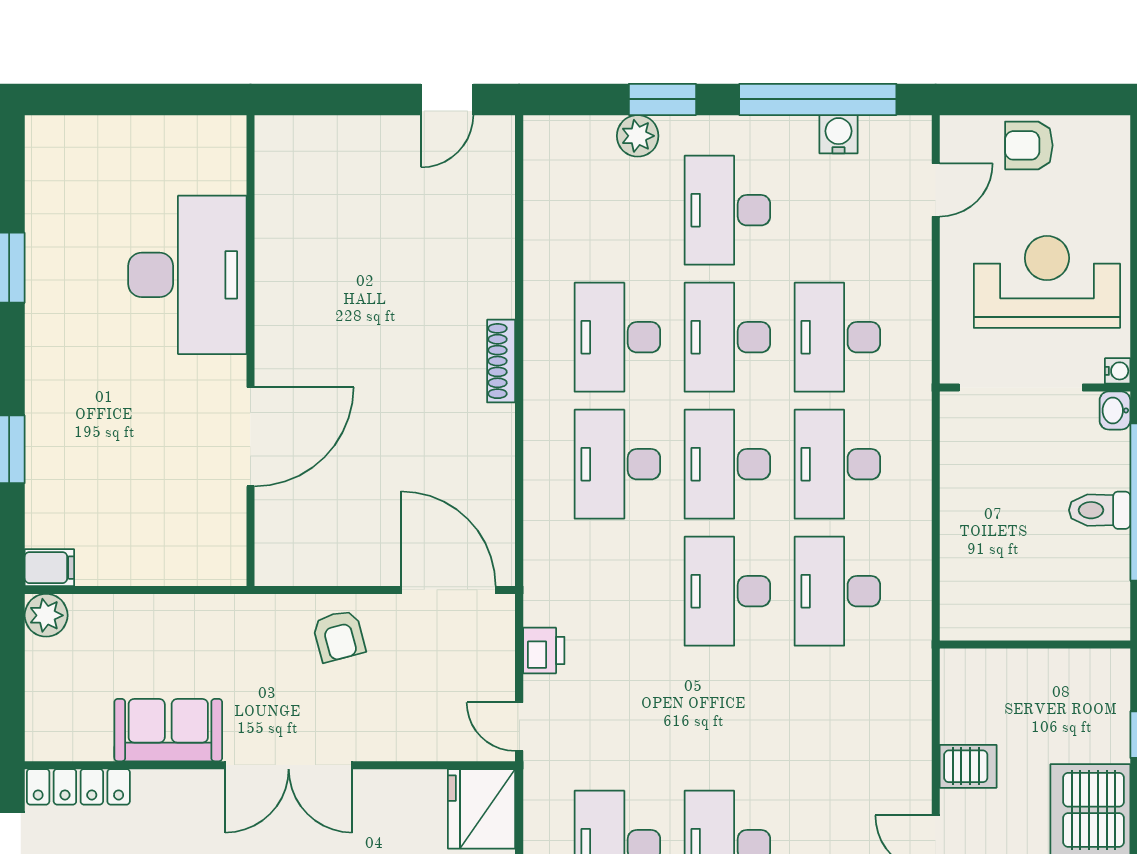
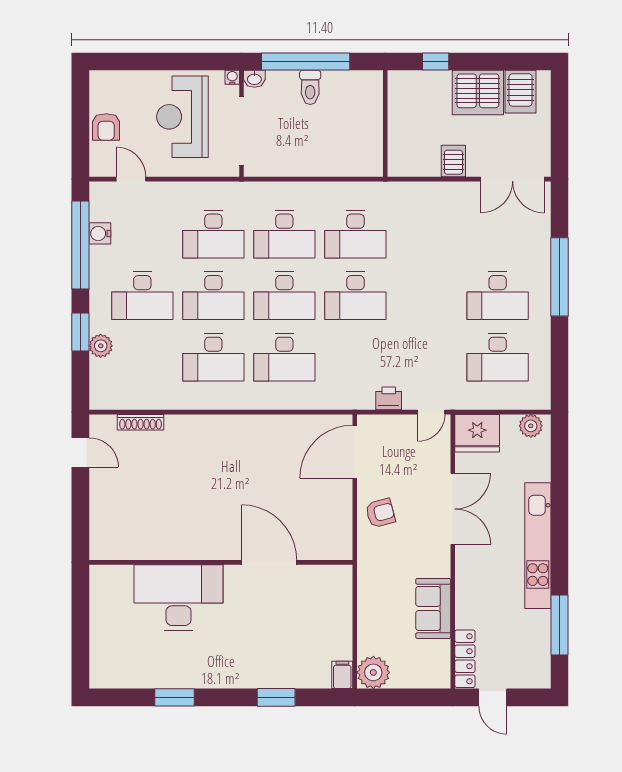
shoe rack: (501, 361) -> (141, 422), moved
plant: (46, 615) -> (373, 672), width x1.36, depth x1.36
double door: (289, 765) -> (453, 509), moved

